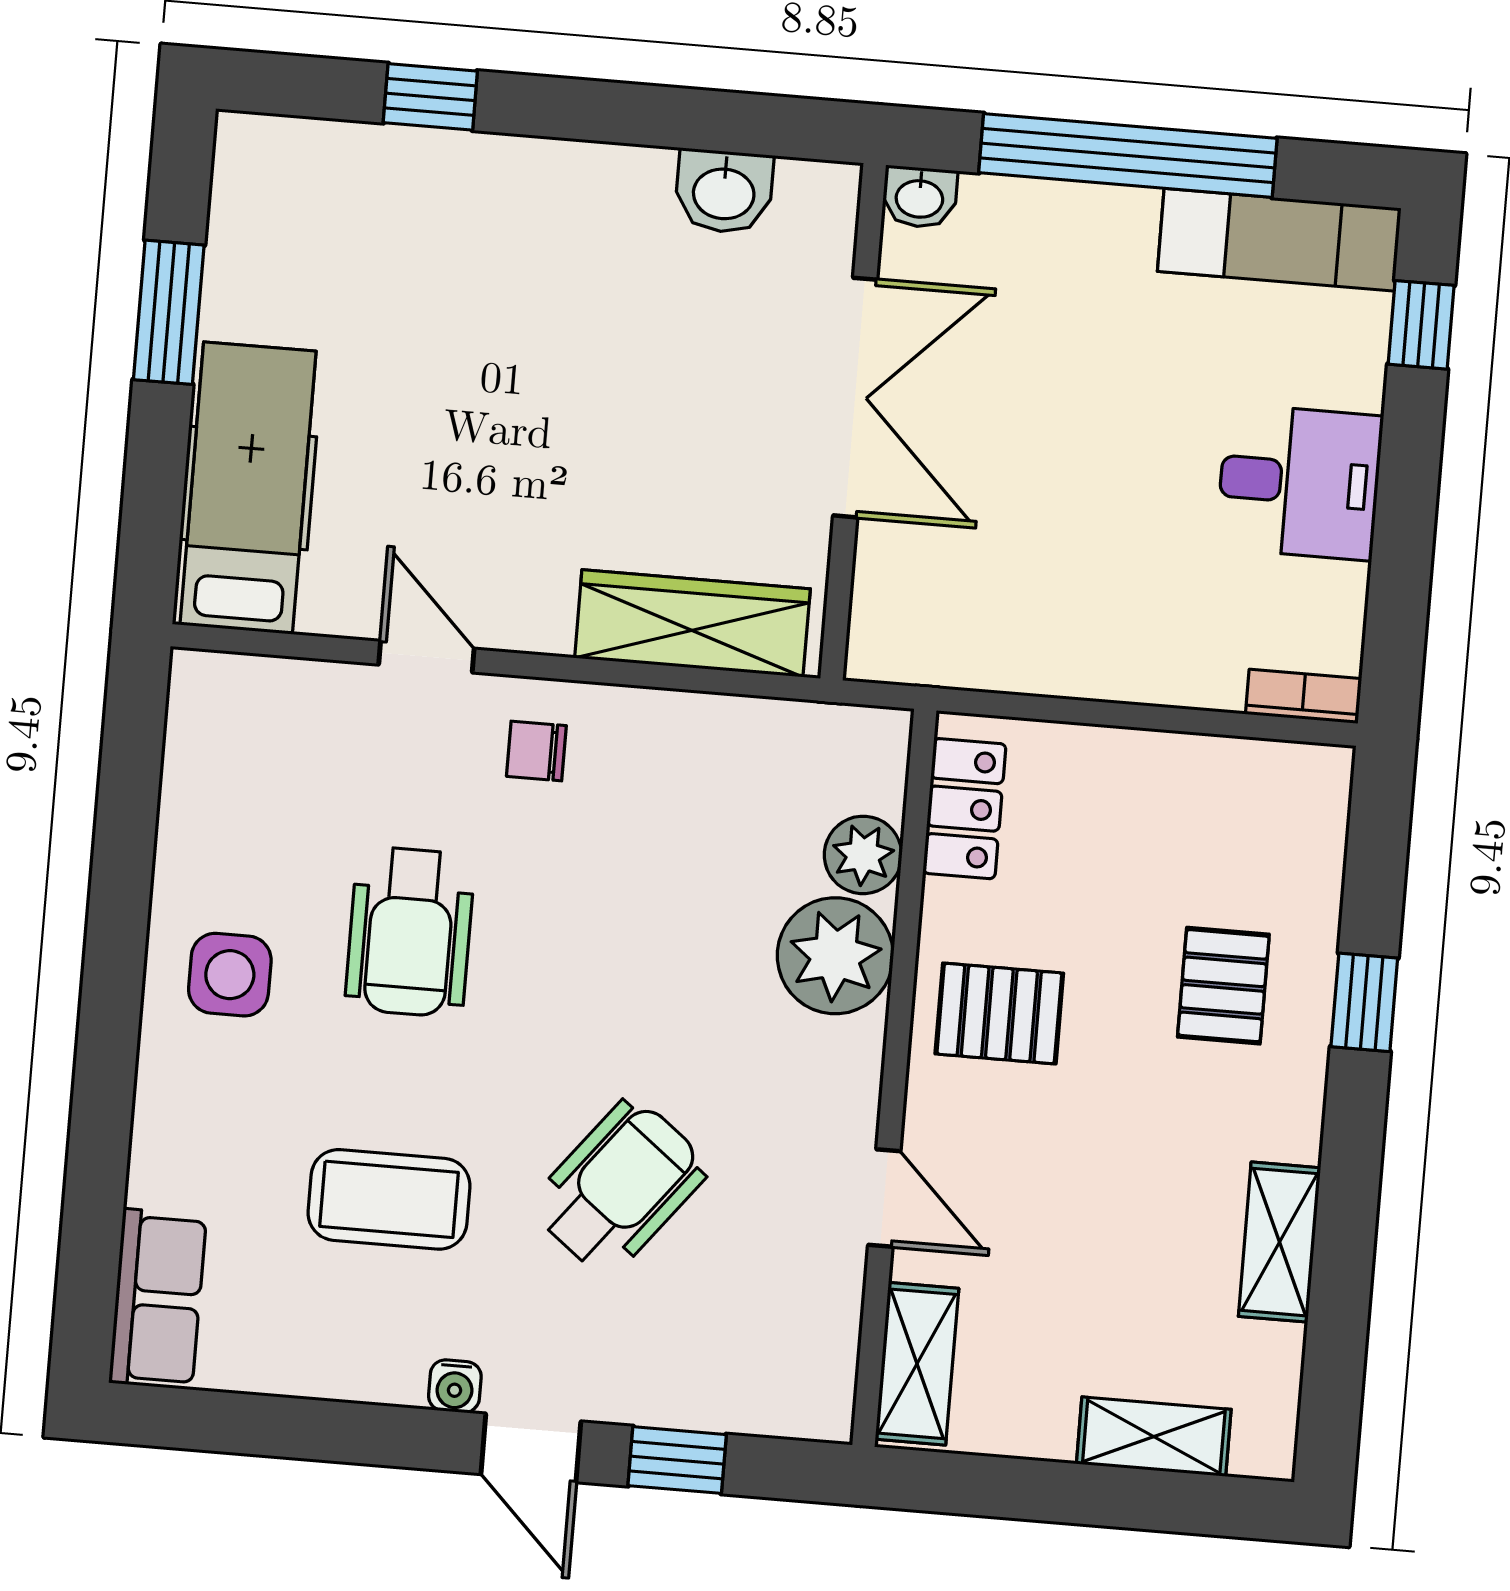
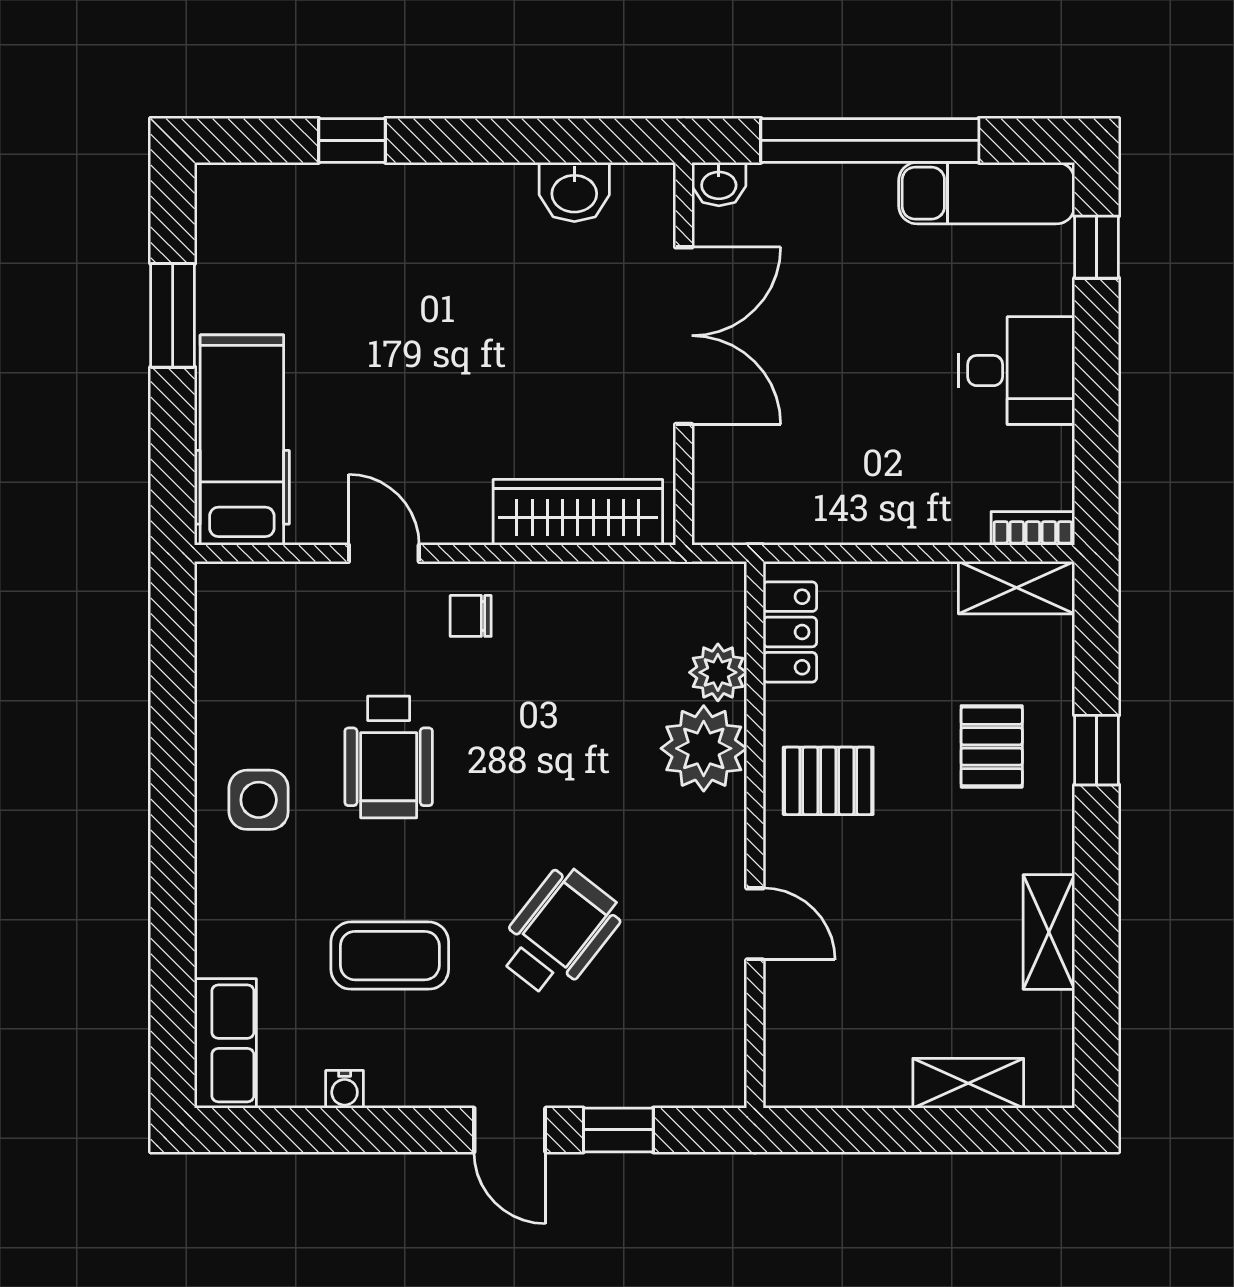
shelving: (917, 1364) -> (1017, 588), moved, turned 90
water cooler: (455, 1386) -> (345, 1089), moved

